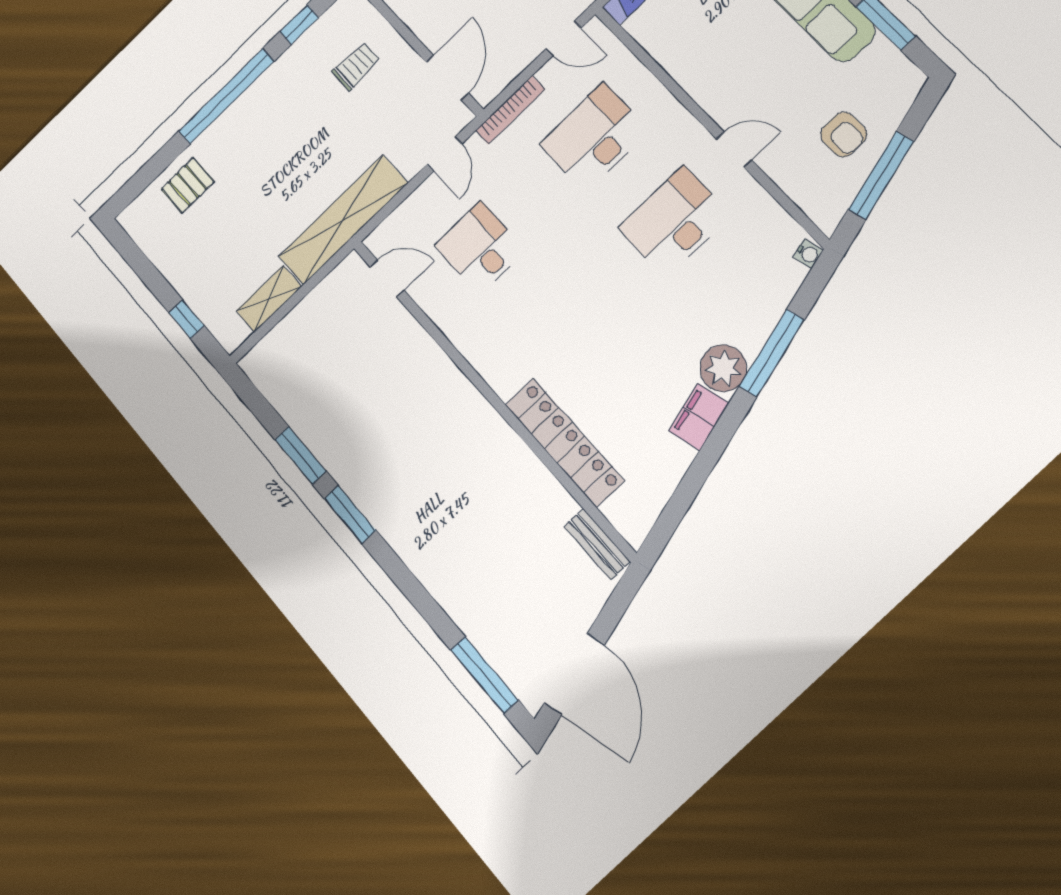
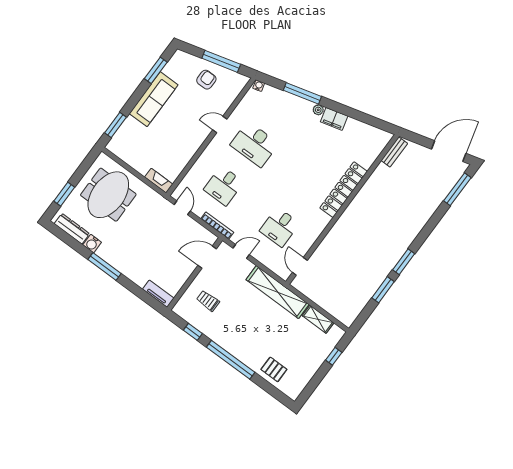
desk: (594, 137) -> (224, 186), width x0.73
door: (734, 149) -> (220, 124), hinge flipped
plant: (723, 368) -> (318, 110), width x0.53, depth x0.53
locker: (564, 442) -> (344, 190), moved

